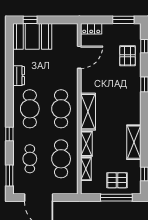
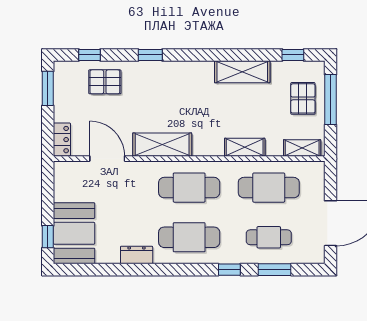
shelving: (88, 112) -> (162, 145), moved
shelving: (86, 169) -> (302, 148), moved
window: (9, 176) -> (275, 270), moved

